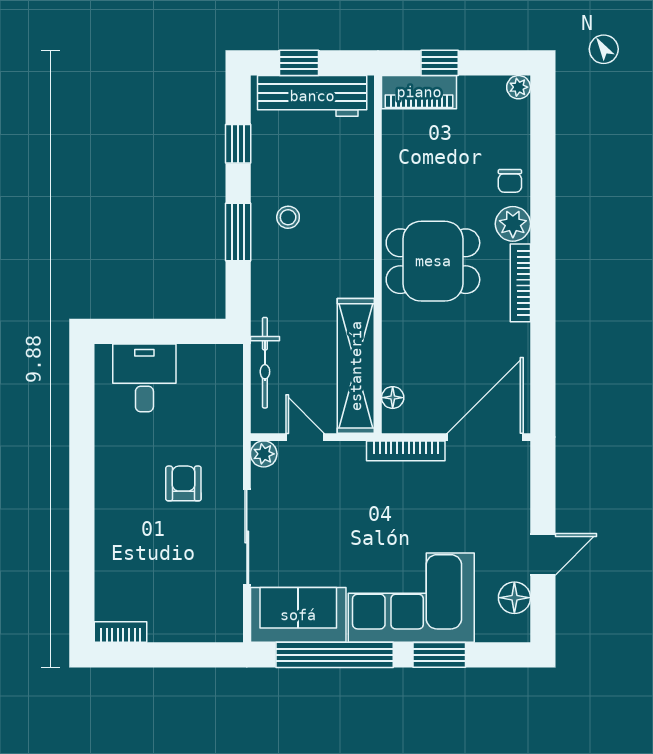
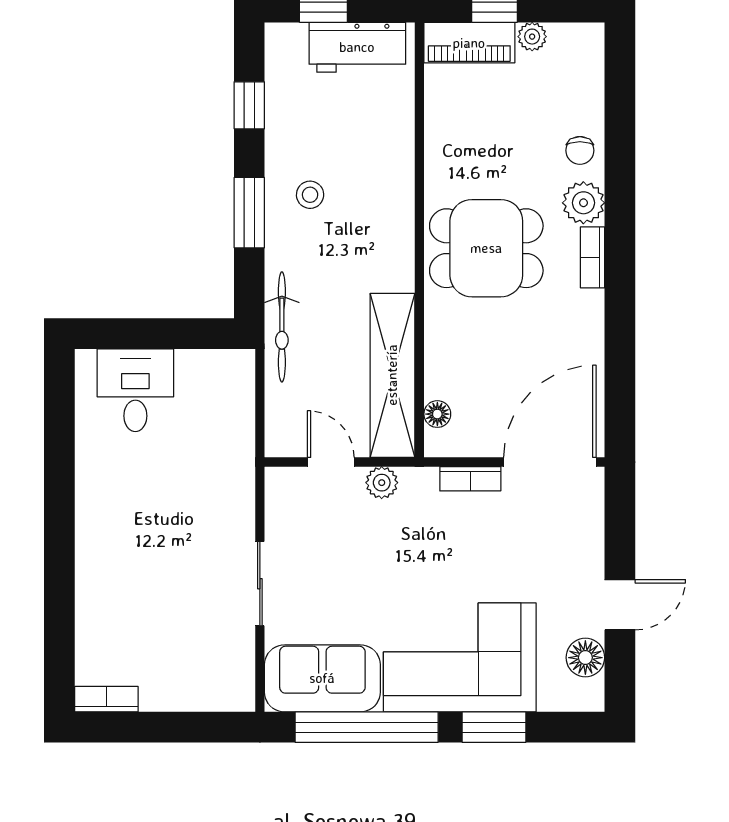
plant: (519, 87) -> (532, 37), moved
workbench: (312, 96) -> (357, 47), width x0.73
bookcase: (520, 283) -> (593, 257), width x0.64
bicycle: (265, 363) -> (282, 327), moved
bookcase: (406, 451) -> (470, 479), width x0.64
plant: (264, 454) -> (382, 483), moved
armchair: (183, 483) -> (183, 519), removed
sliding door: (247, 537) -> (260, 584), width x0.73

